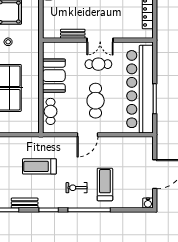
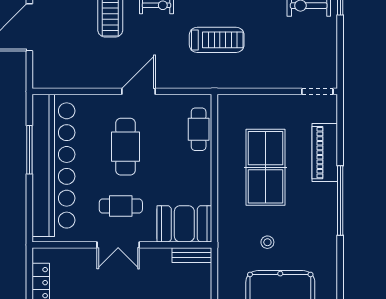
bench: (73, 34) -> (192, 255), moved
double door: (100, 40) -> (118, 245), swing flipped
booth: (54, 76) -> (184, 224), moved, turned 90

